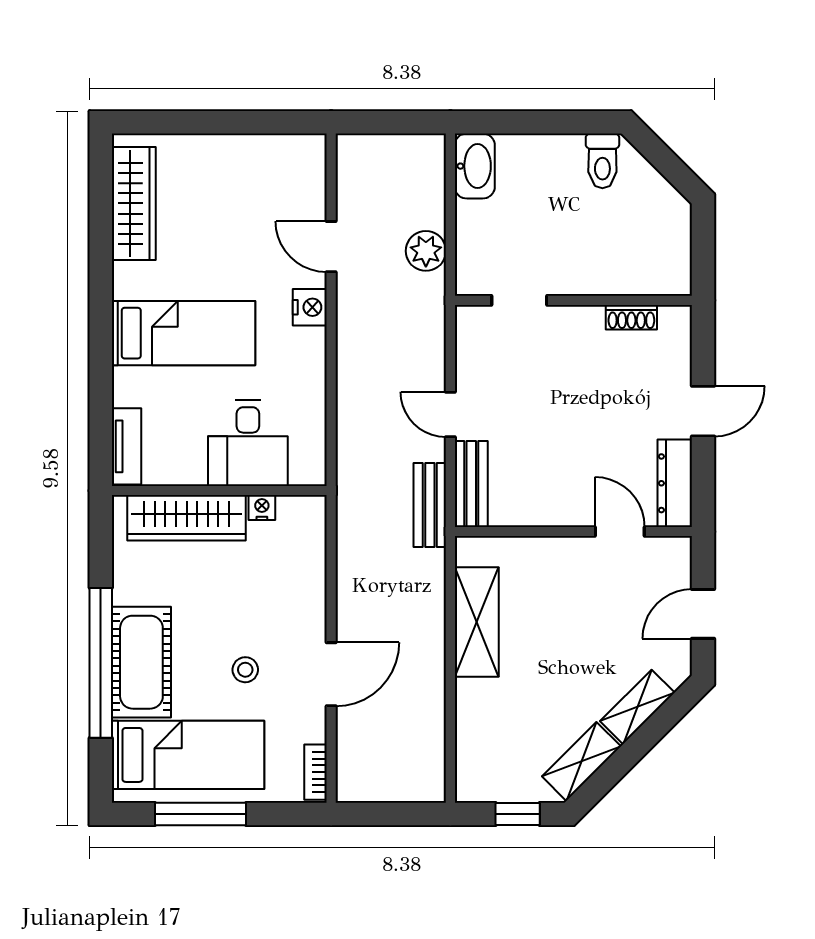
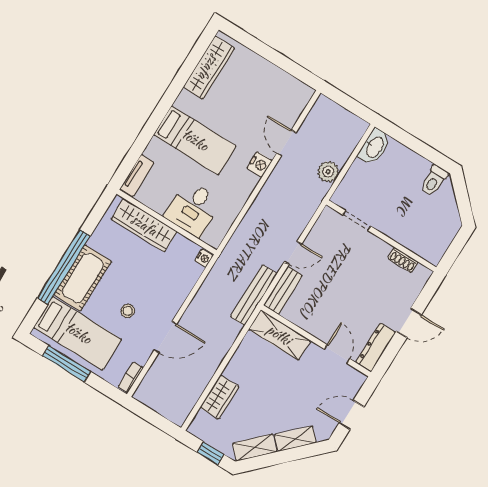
door: (450, 415) -> (293, 253), swing flipped
bench: (430, 505) -> (254, 295), width x1.36
nightstand: (262, 508) -> (204, 258), moved, turned 90
shelving: (477, 622) -> (279, 335), moved, turned 90
wardrobe: (476, 716) -> (219, 397), added

